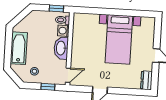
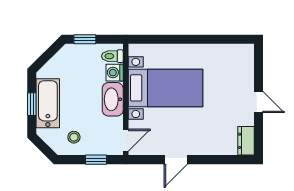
window: (56, 9) -> (85, 39), moved
bed with nightstands: (119, 39) -> (165, 88), moved, turned -90
window: (8, 48) -> (32, 104), added

